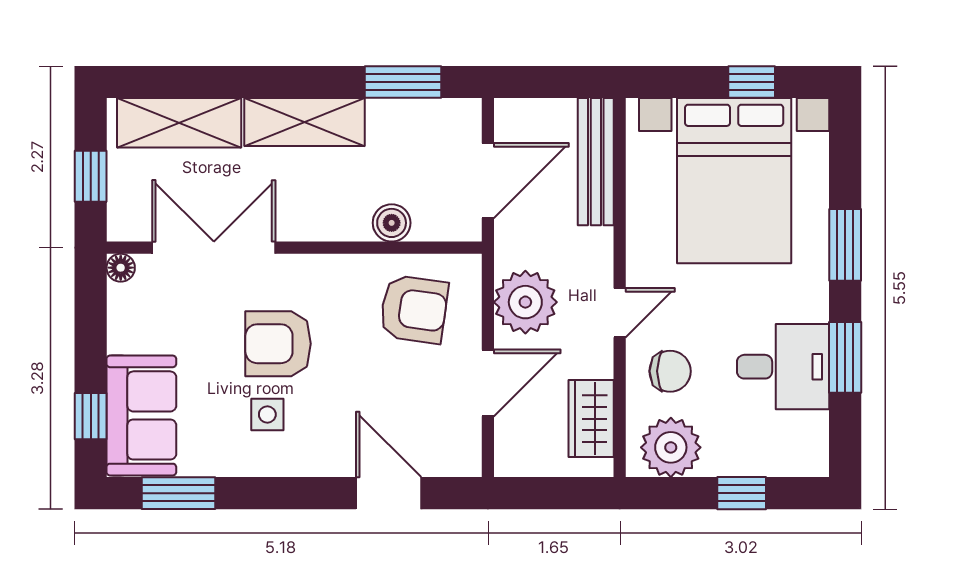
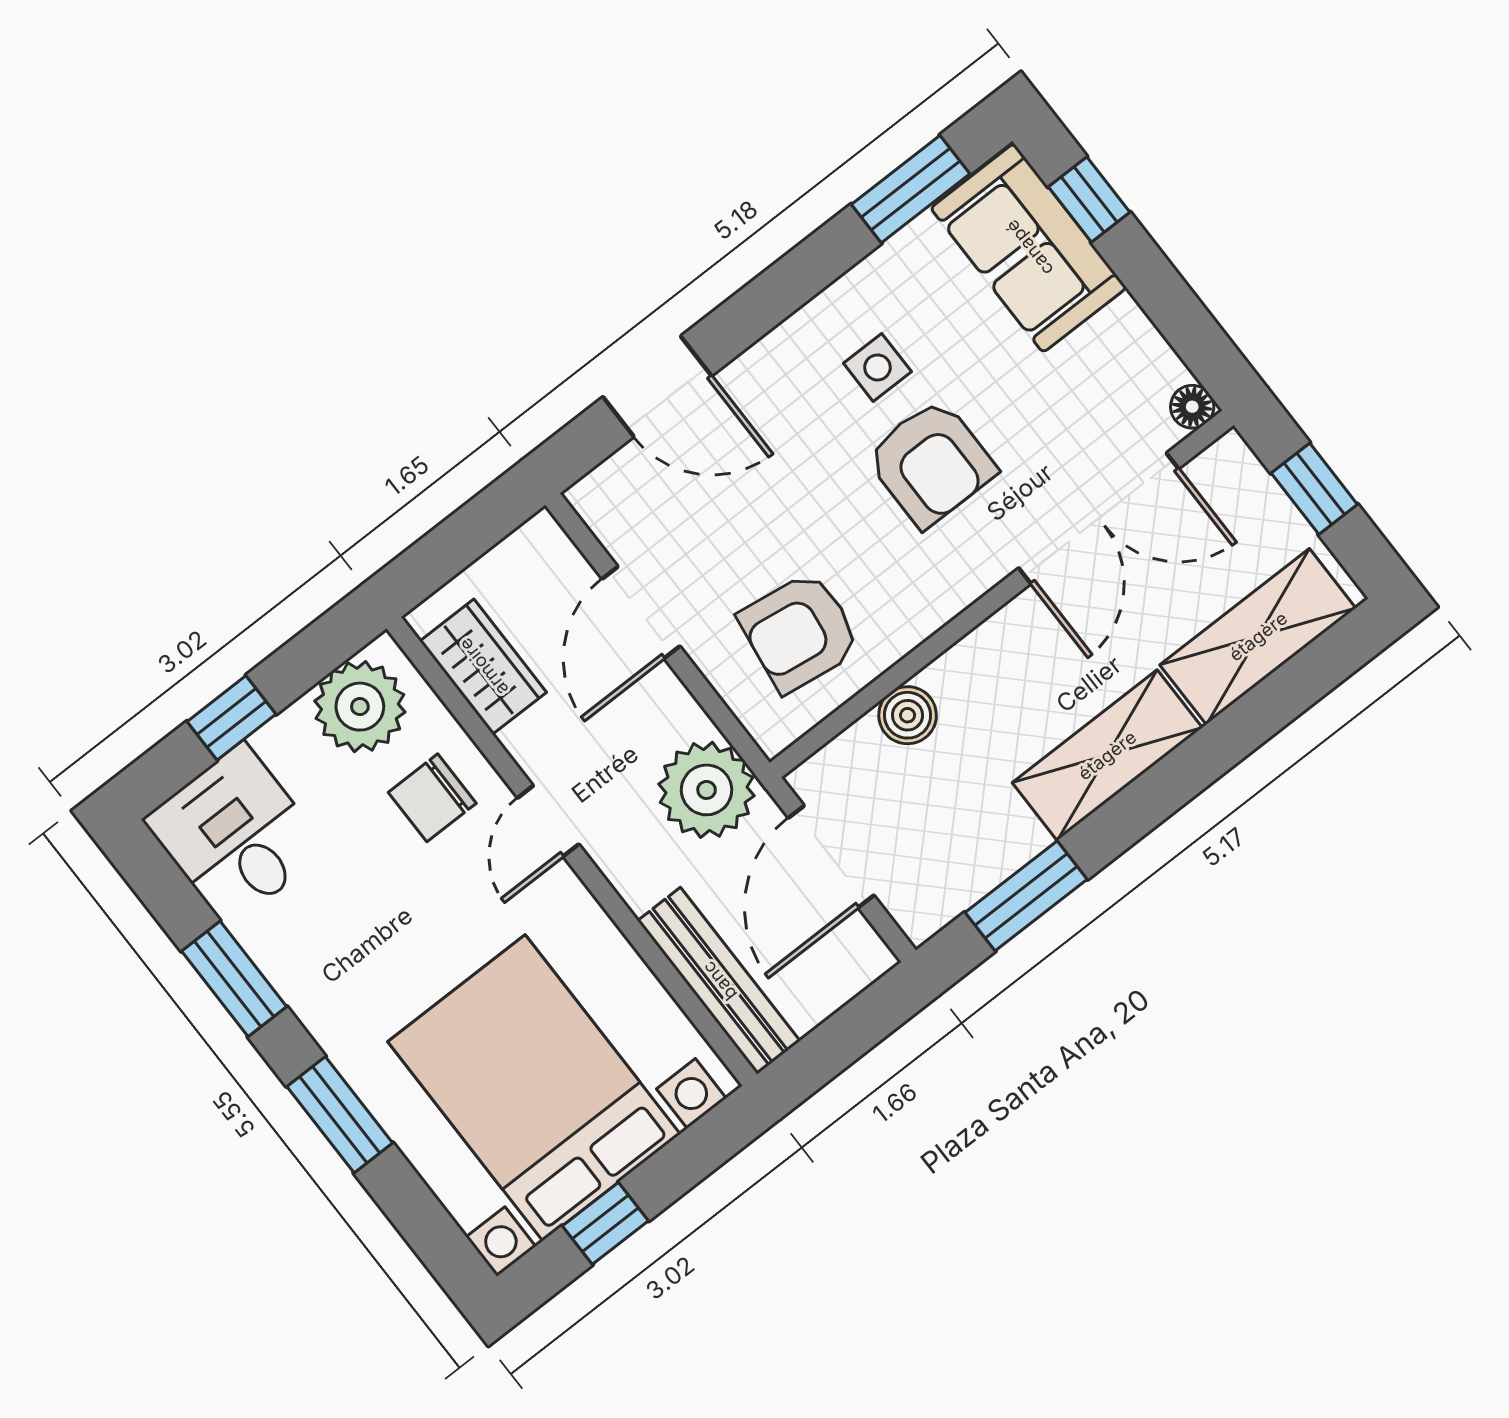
plant: (525, 302) -> (707, 790), moved
armchair: (278, 344) -> (931, 463), turned 90
desk: (783, 367) -> (236, 835), moved, turned 90

